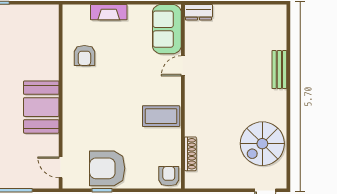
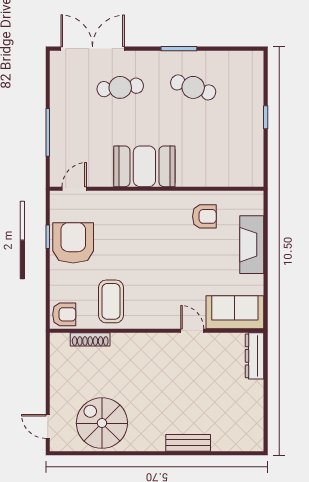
fireplace: (109, 12) -> (252, 245), width x1.37, depth x1.32
dresser: (198, 12) -> (255, 356), width x1.44
armchair: (84, 55) -> (204, 216), turned 180
coffee table: (161, 116) -> (111, 301), moved

